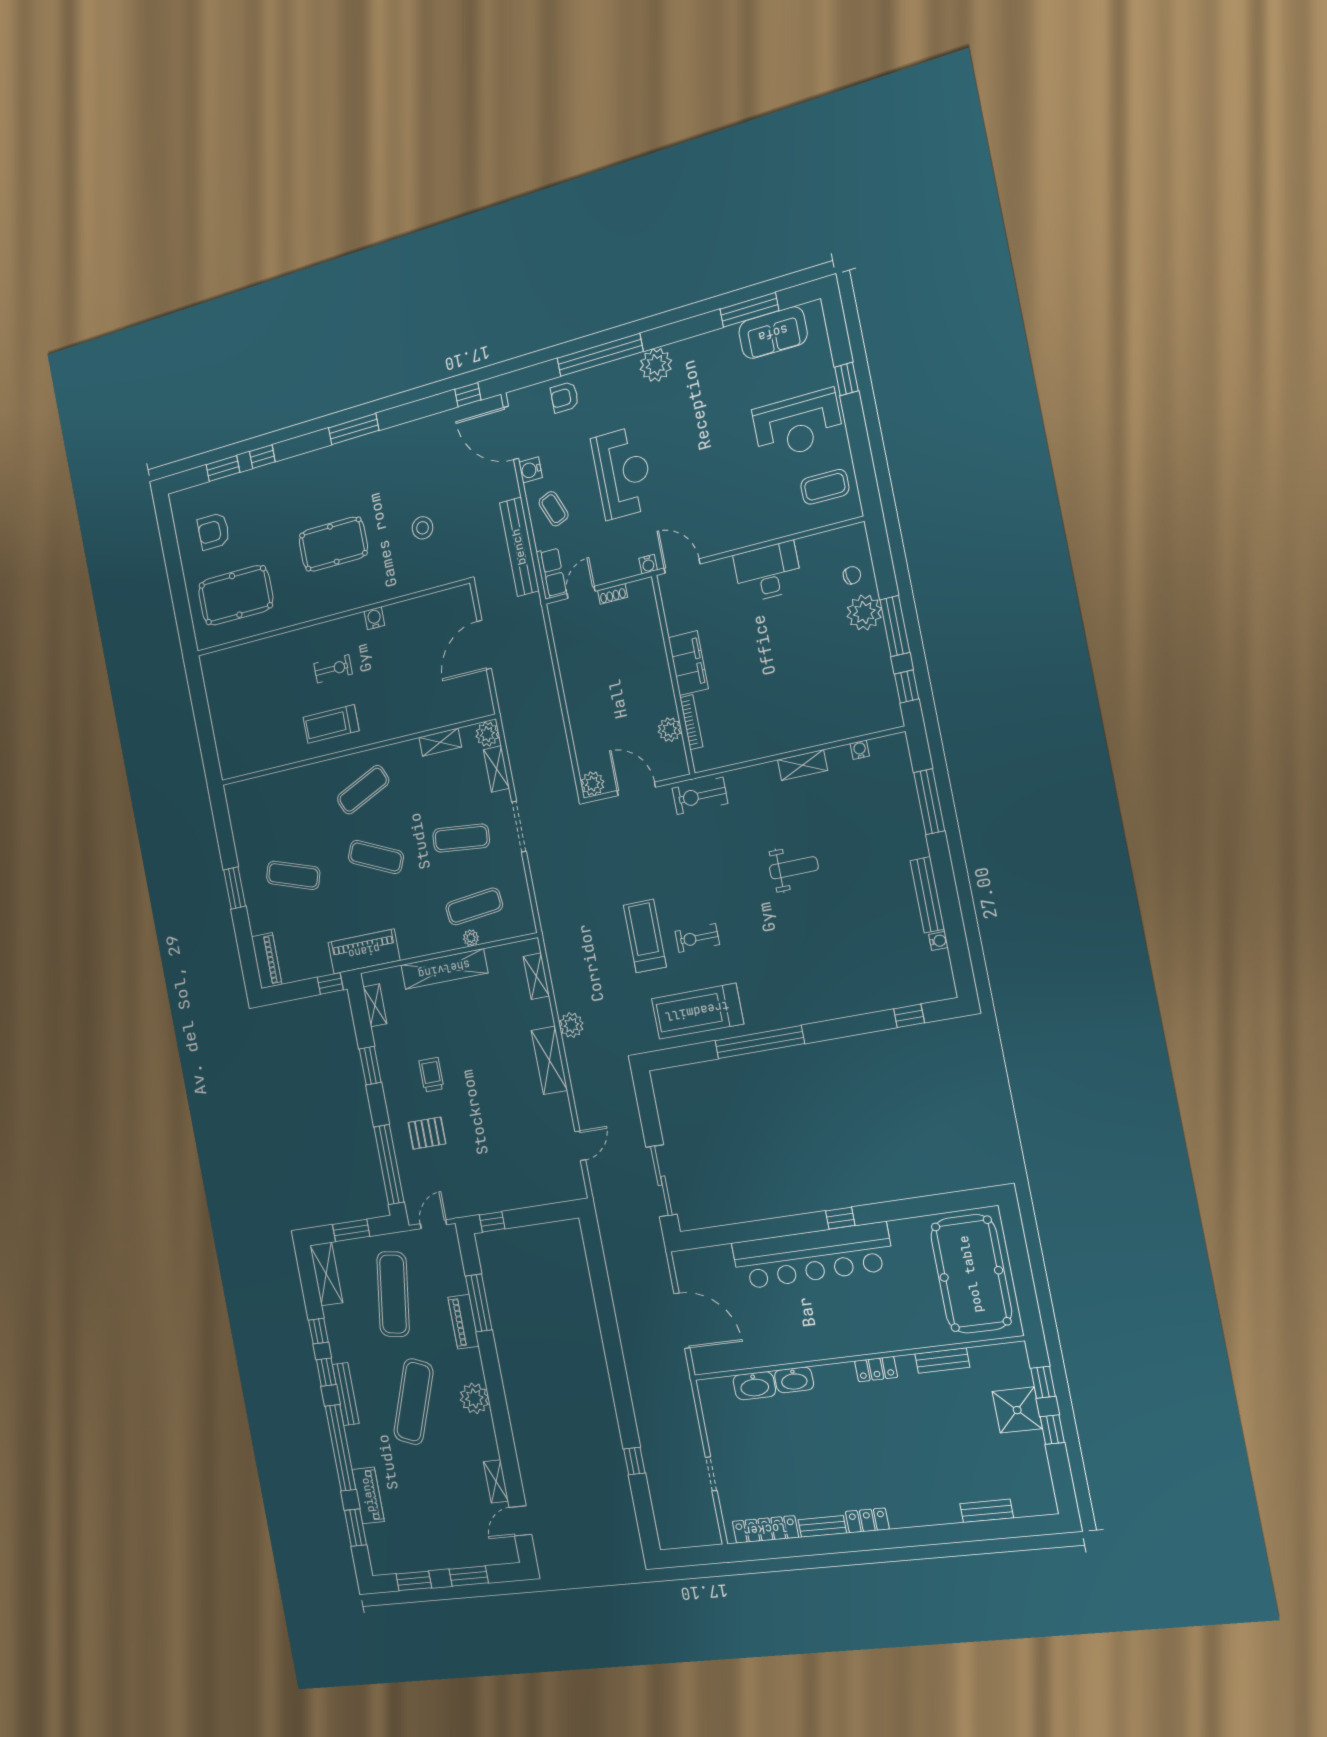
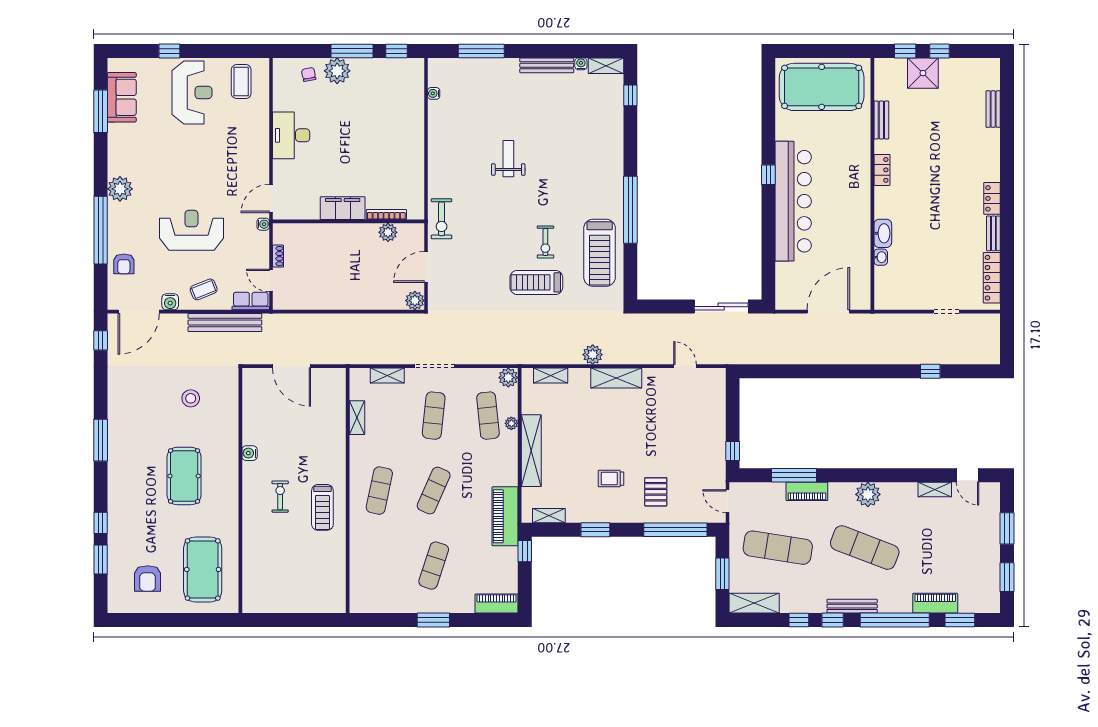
plant: (487, 734) -> (508, 378), moved
shelving: (802, 765) -> (606, 66), moved, turned 90
exercise mat: (363, 790) -> (379, 491), turned 36
washbasin: (754, 1386) -> (881, 257), width x0.52, depth x0.69

